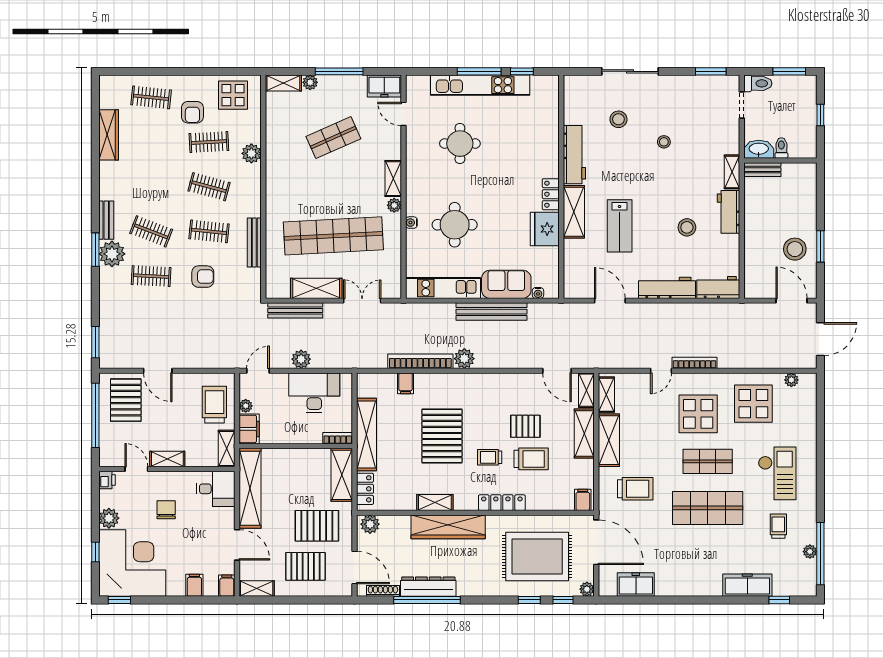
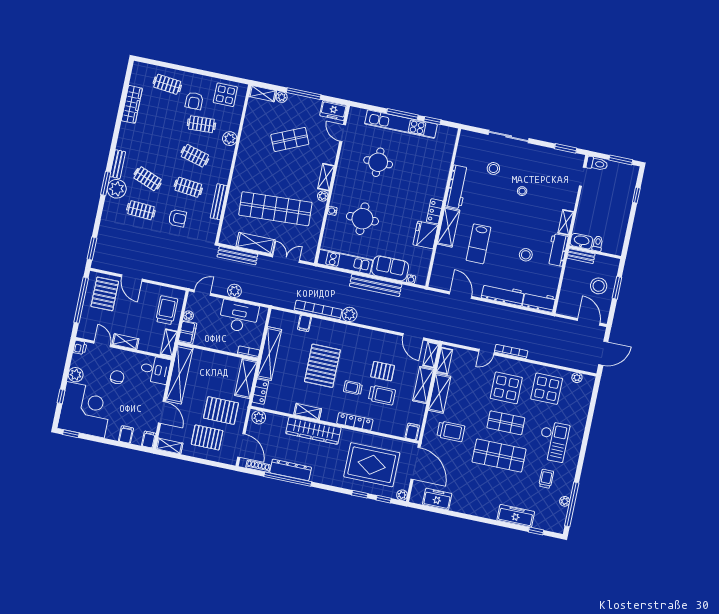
toilet: (781, 148) -> (598, 244), moved
washbasin: (759, 149) -> (581, 241), moved
wall: (780, 160) -> (595, 252), moved
bench: (762, 170) -> (581, 256), moved

